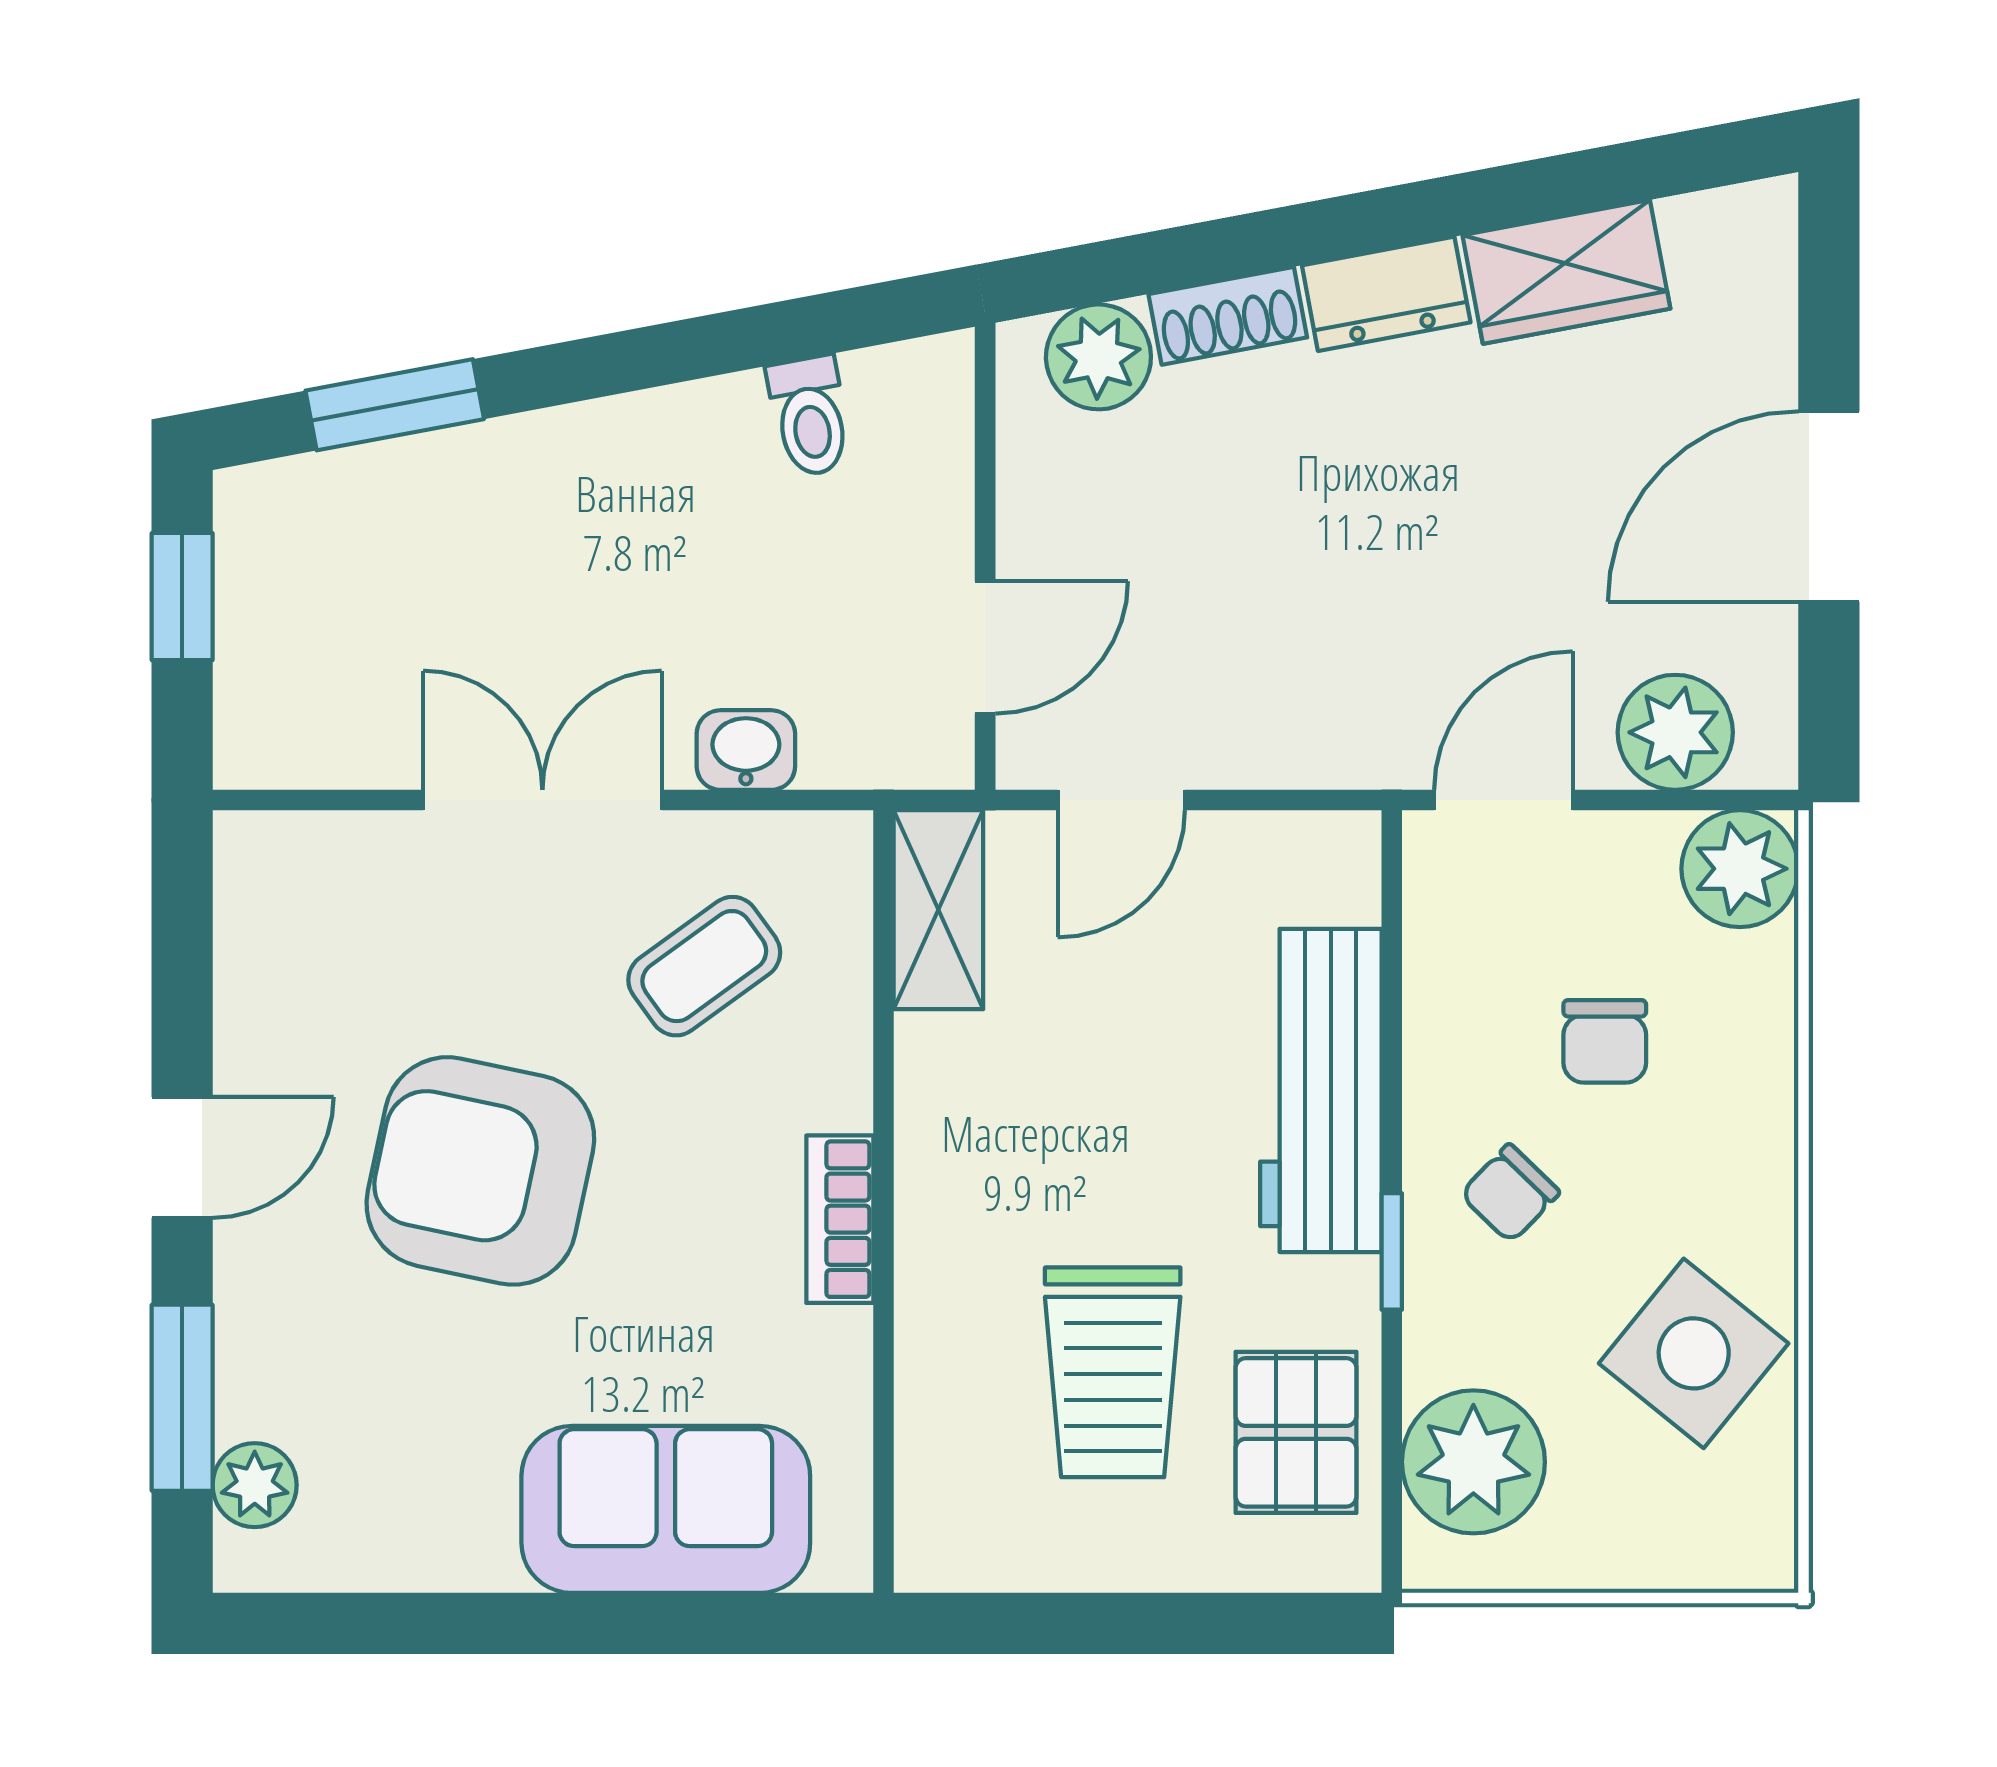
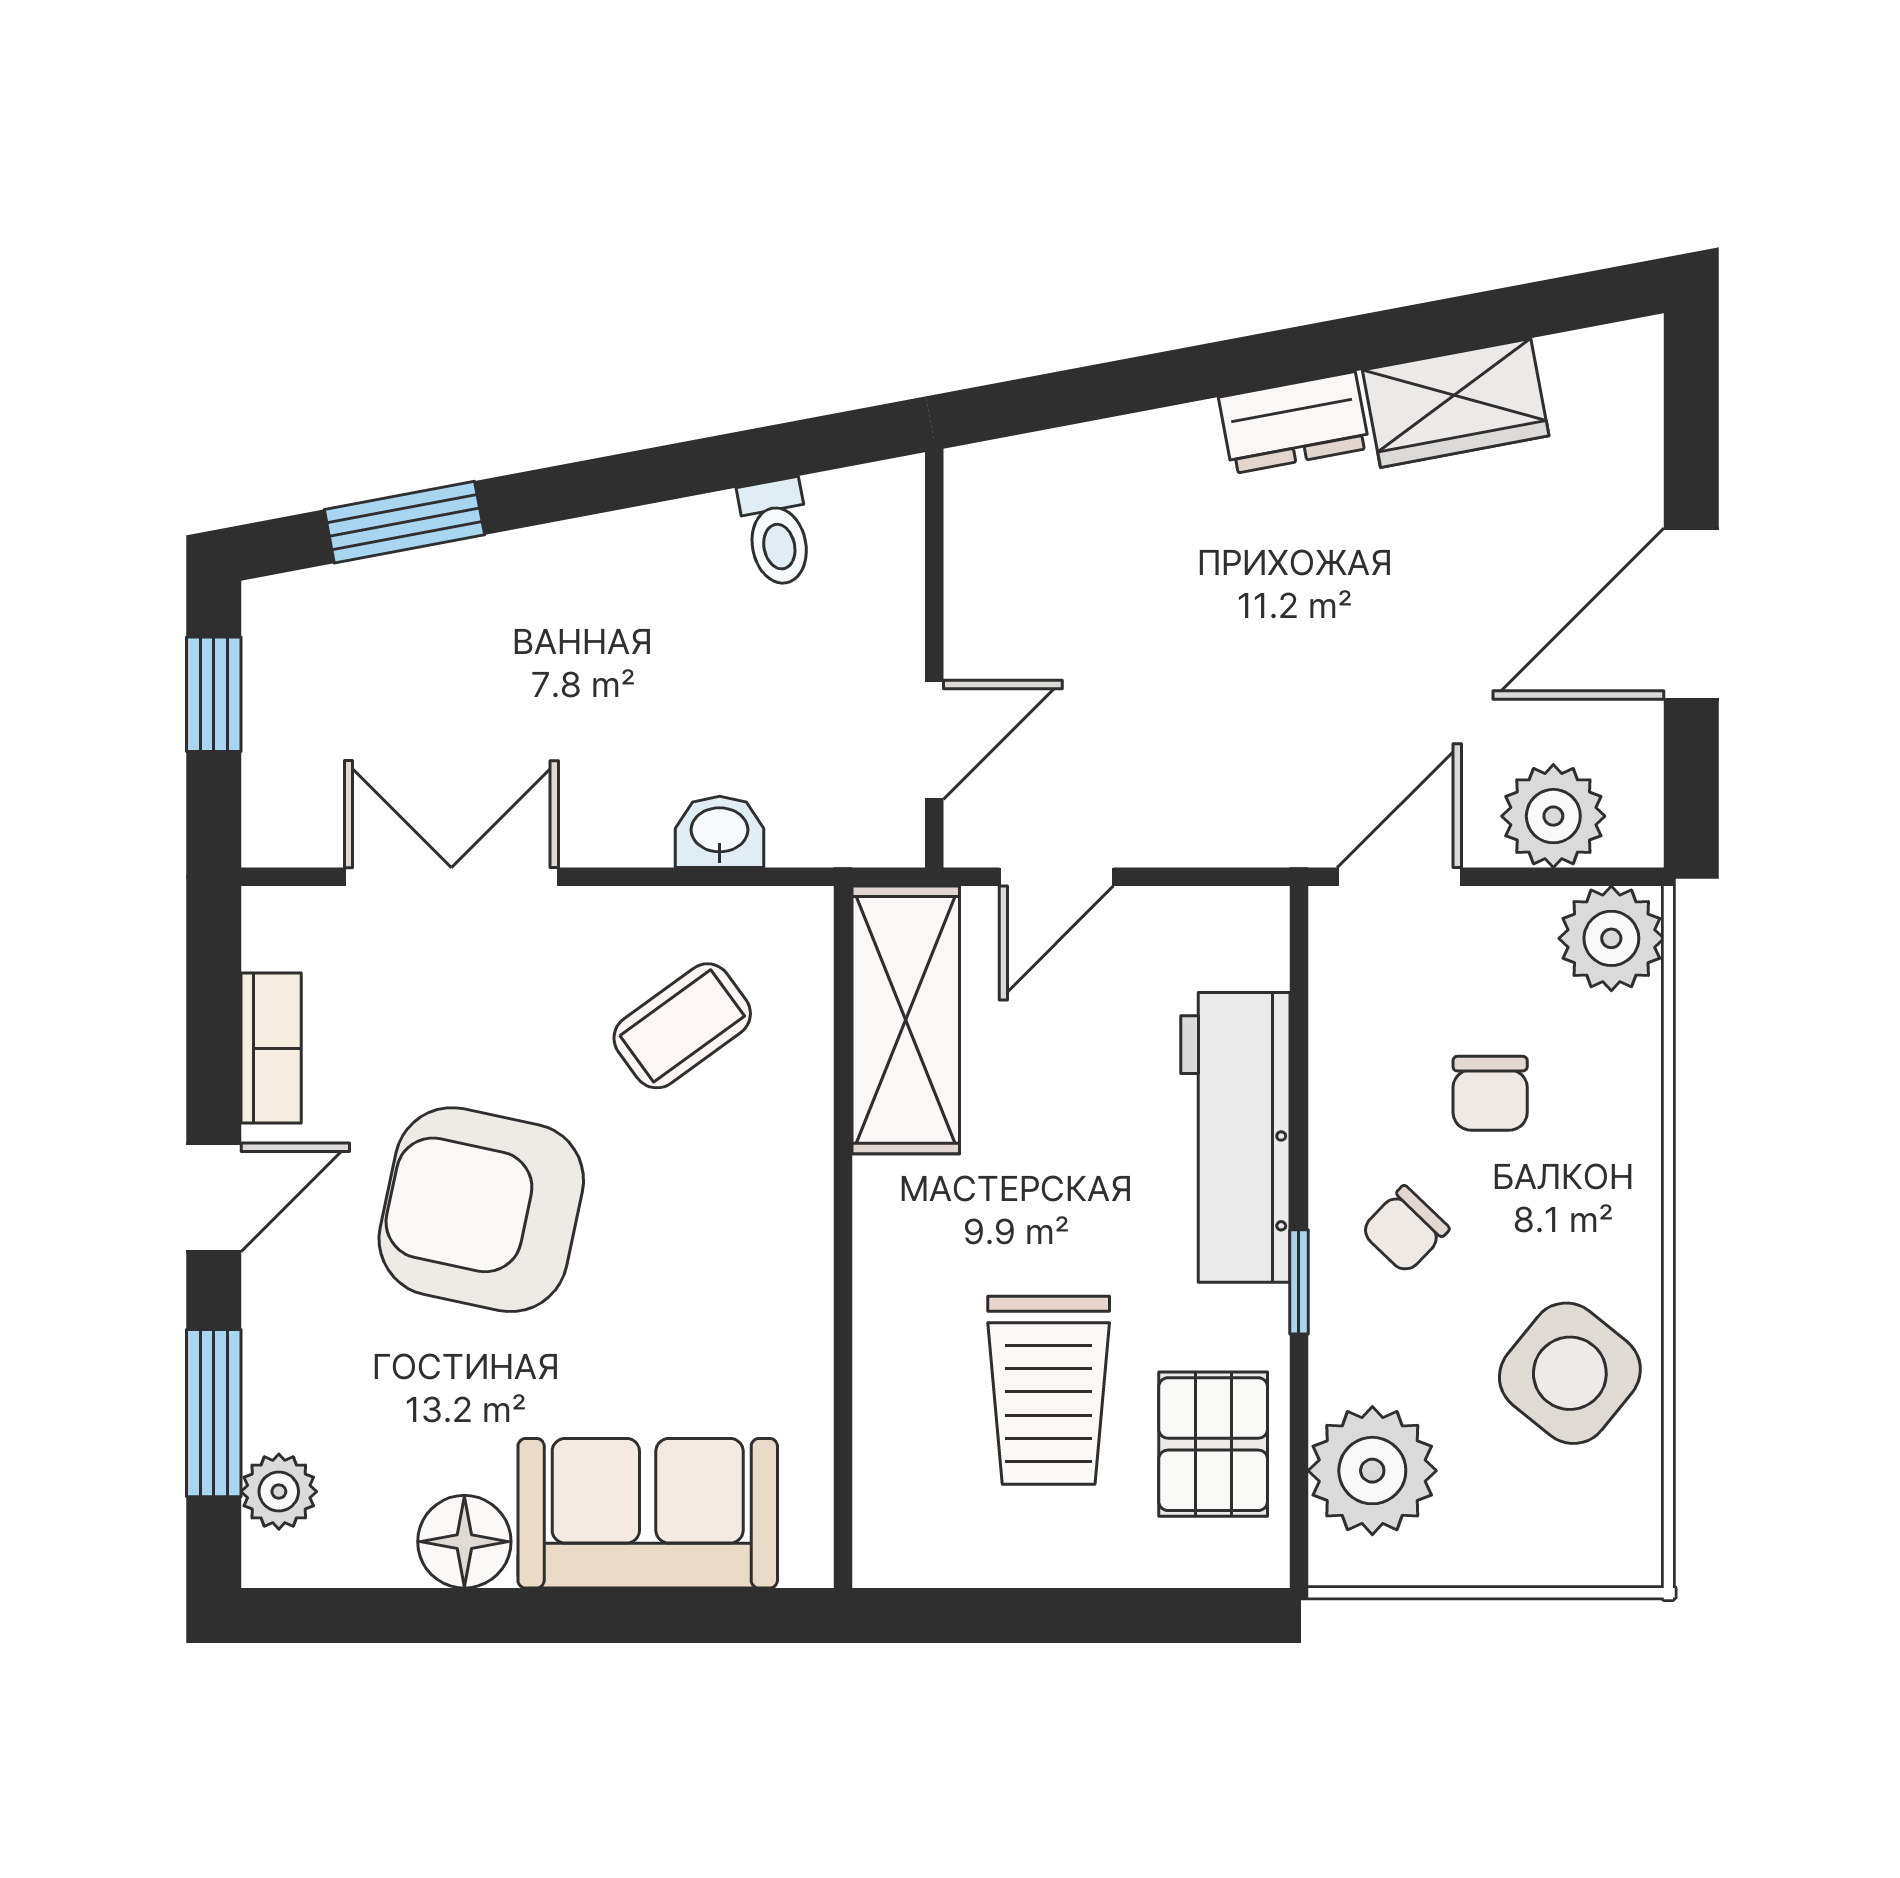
shoe rack: (1228, 316) -> (1152, 442), removed
plant: (1098, 357) -> (1036, 479), removed
double door: (542, 800) -> (451, 877), moved
shelving: (938, 910) -> (906, 1020), width x1.50, depth x1.33
bookcase: (840, 1219) -> (271, 1048), moved, turned 180
floor lamp: (461, 1541) -> (464, 1542), added

